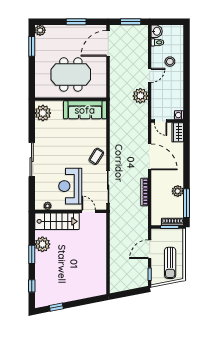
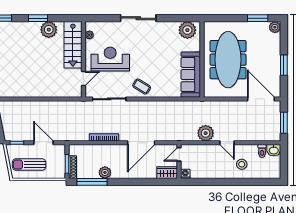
meeting table: (71, 75) -> (228, 60), width x1.36

